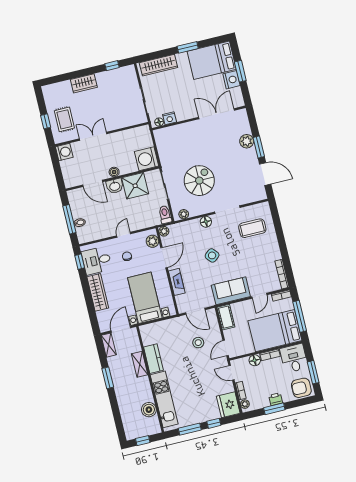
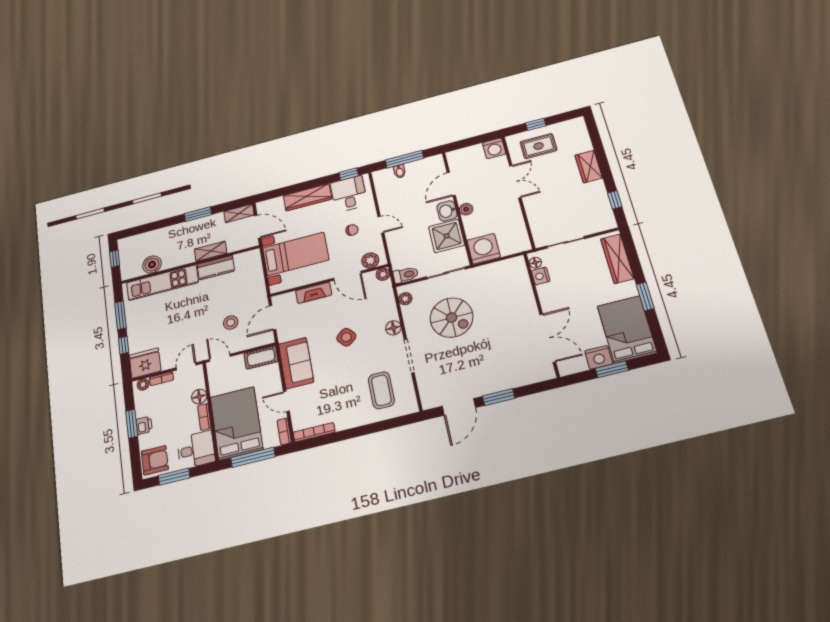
plant: (247, 141) -> (507, 380), removed
armchair: (301, 388) -> (155, 460), turned 90

